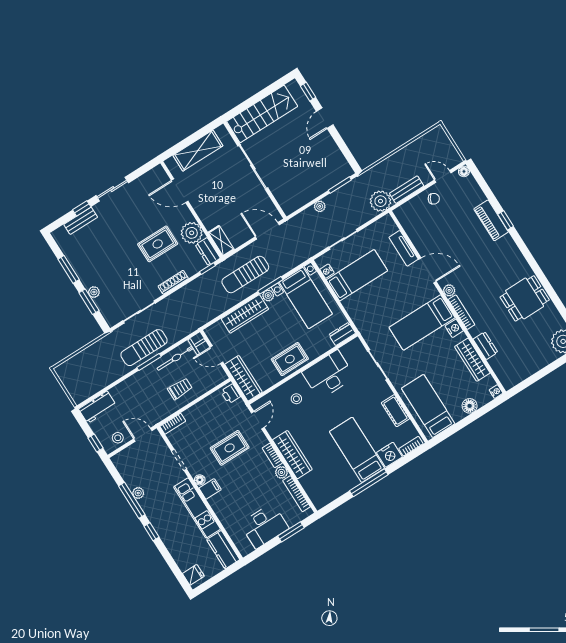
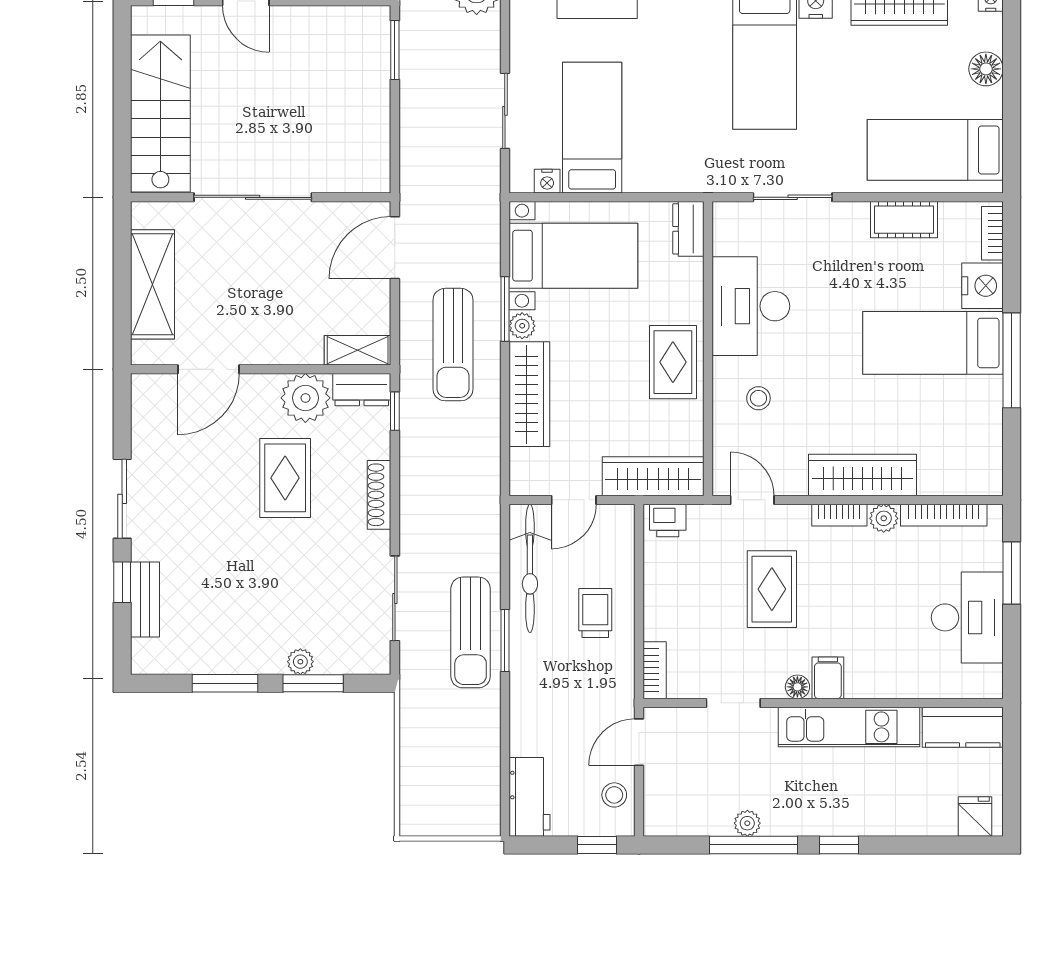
plant: (320, 206) -> (412, 115), removed

